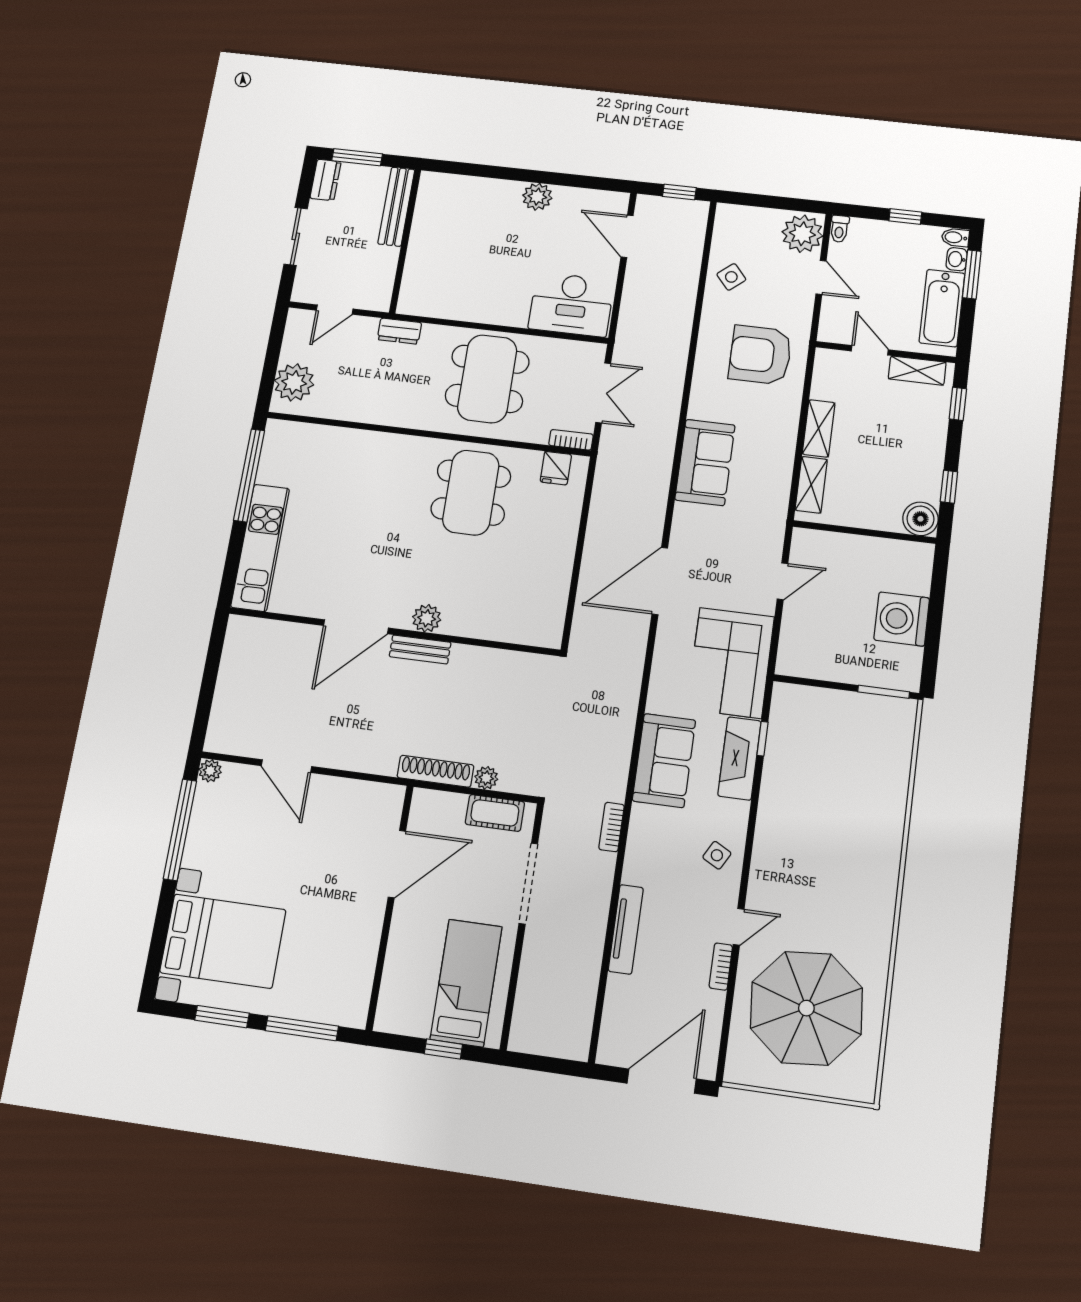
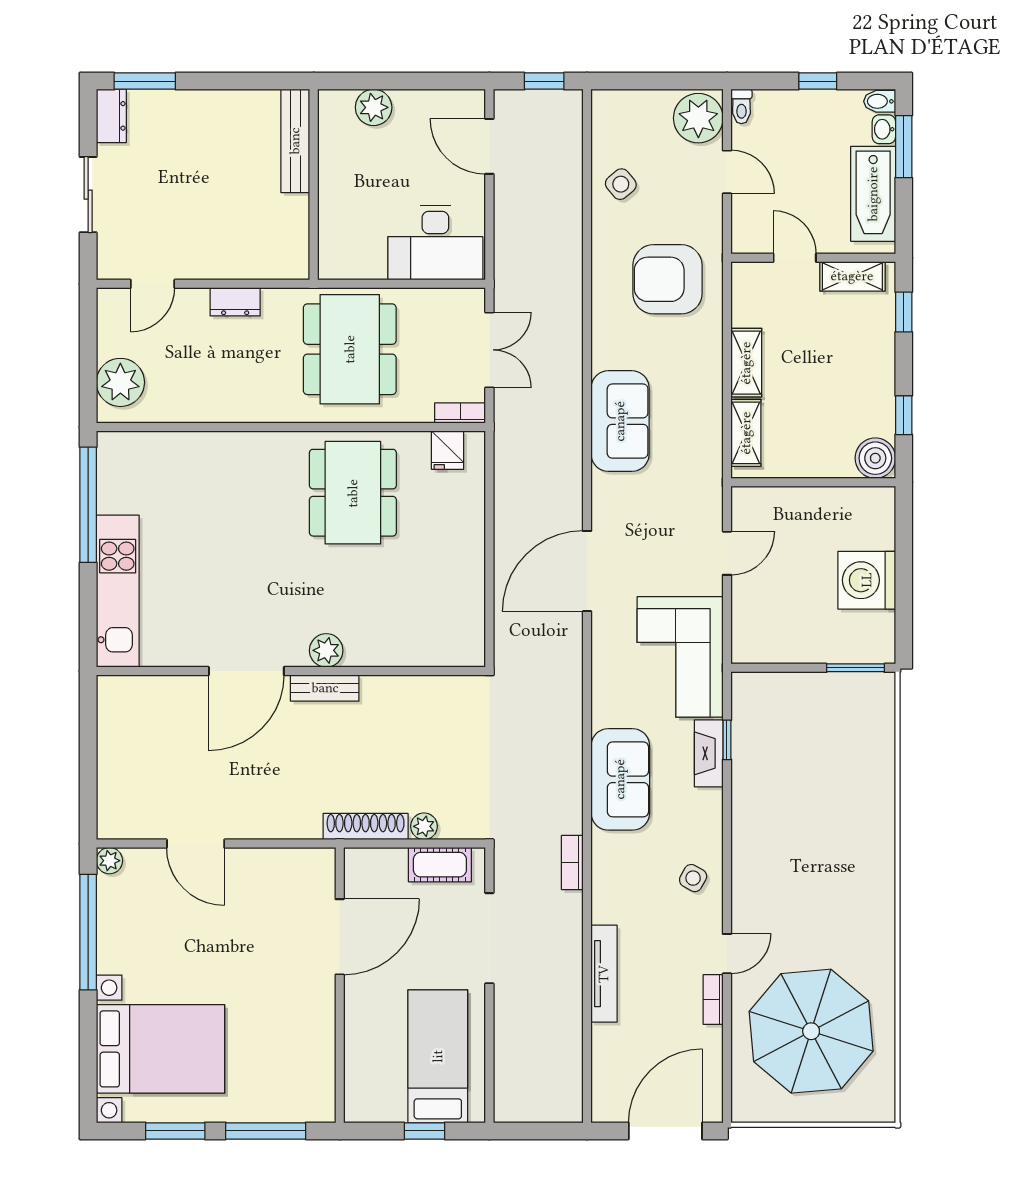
bench: (396, 207) -> (295, 141), moved
wall: (405, 241) -> (314, 185), moved
fireplace: (739, 758) -> (709, 753), width x0.73, depth x0.76

